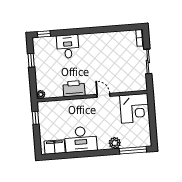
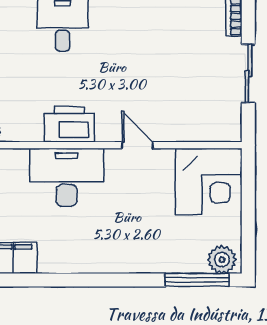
desk: (81, 139) -> (67, 177), moved, turned 180
plant: (115, 143) -> (222, 260), moved

